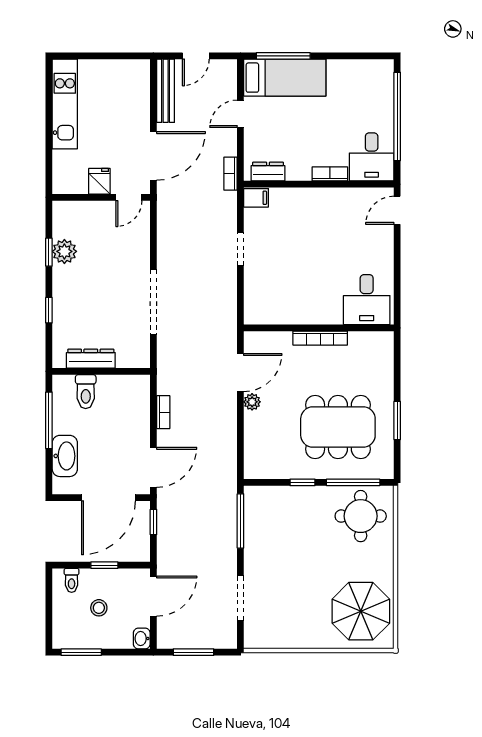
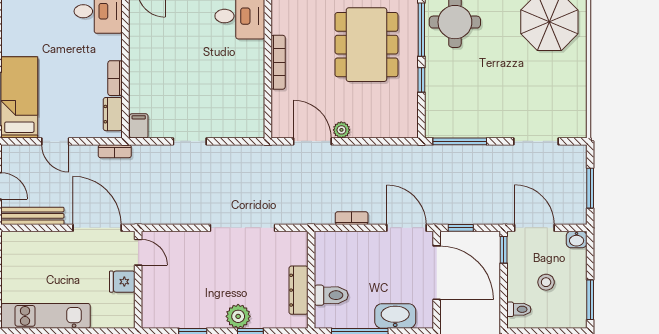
bookcase: (330, 174) -> (115, 78), moved
plant: (64, 251) -> (238, 316), moved
window: (104, 565) -> (504, 250), moved

